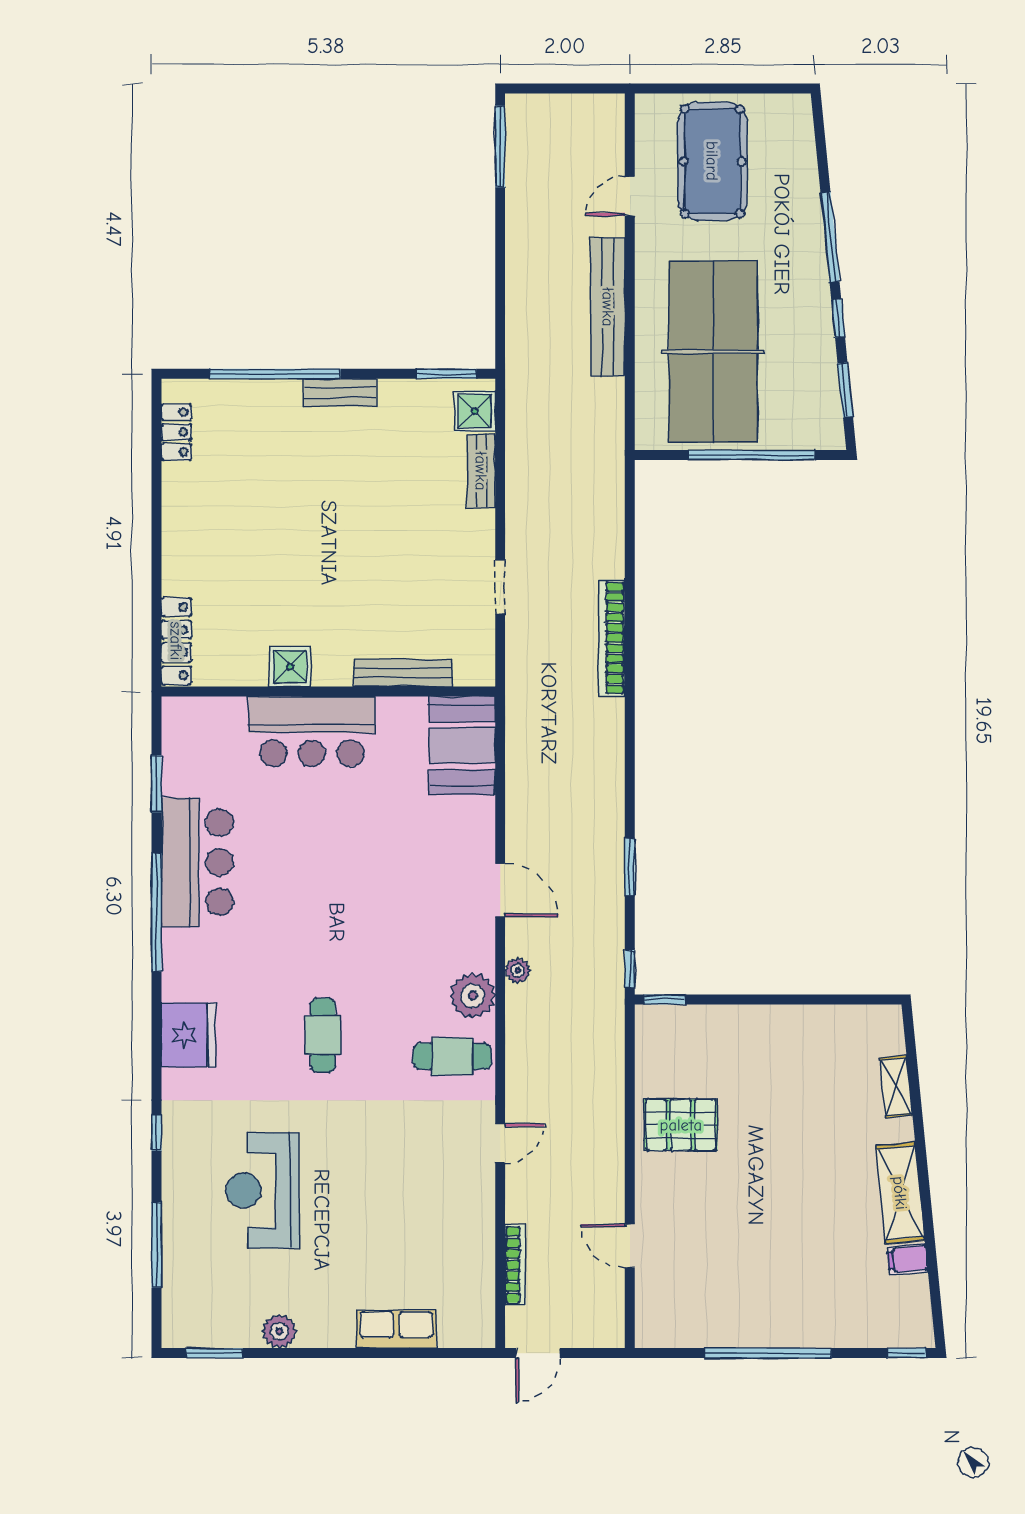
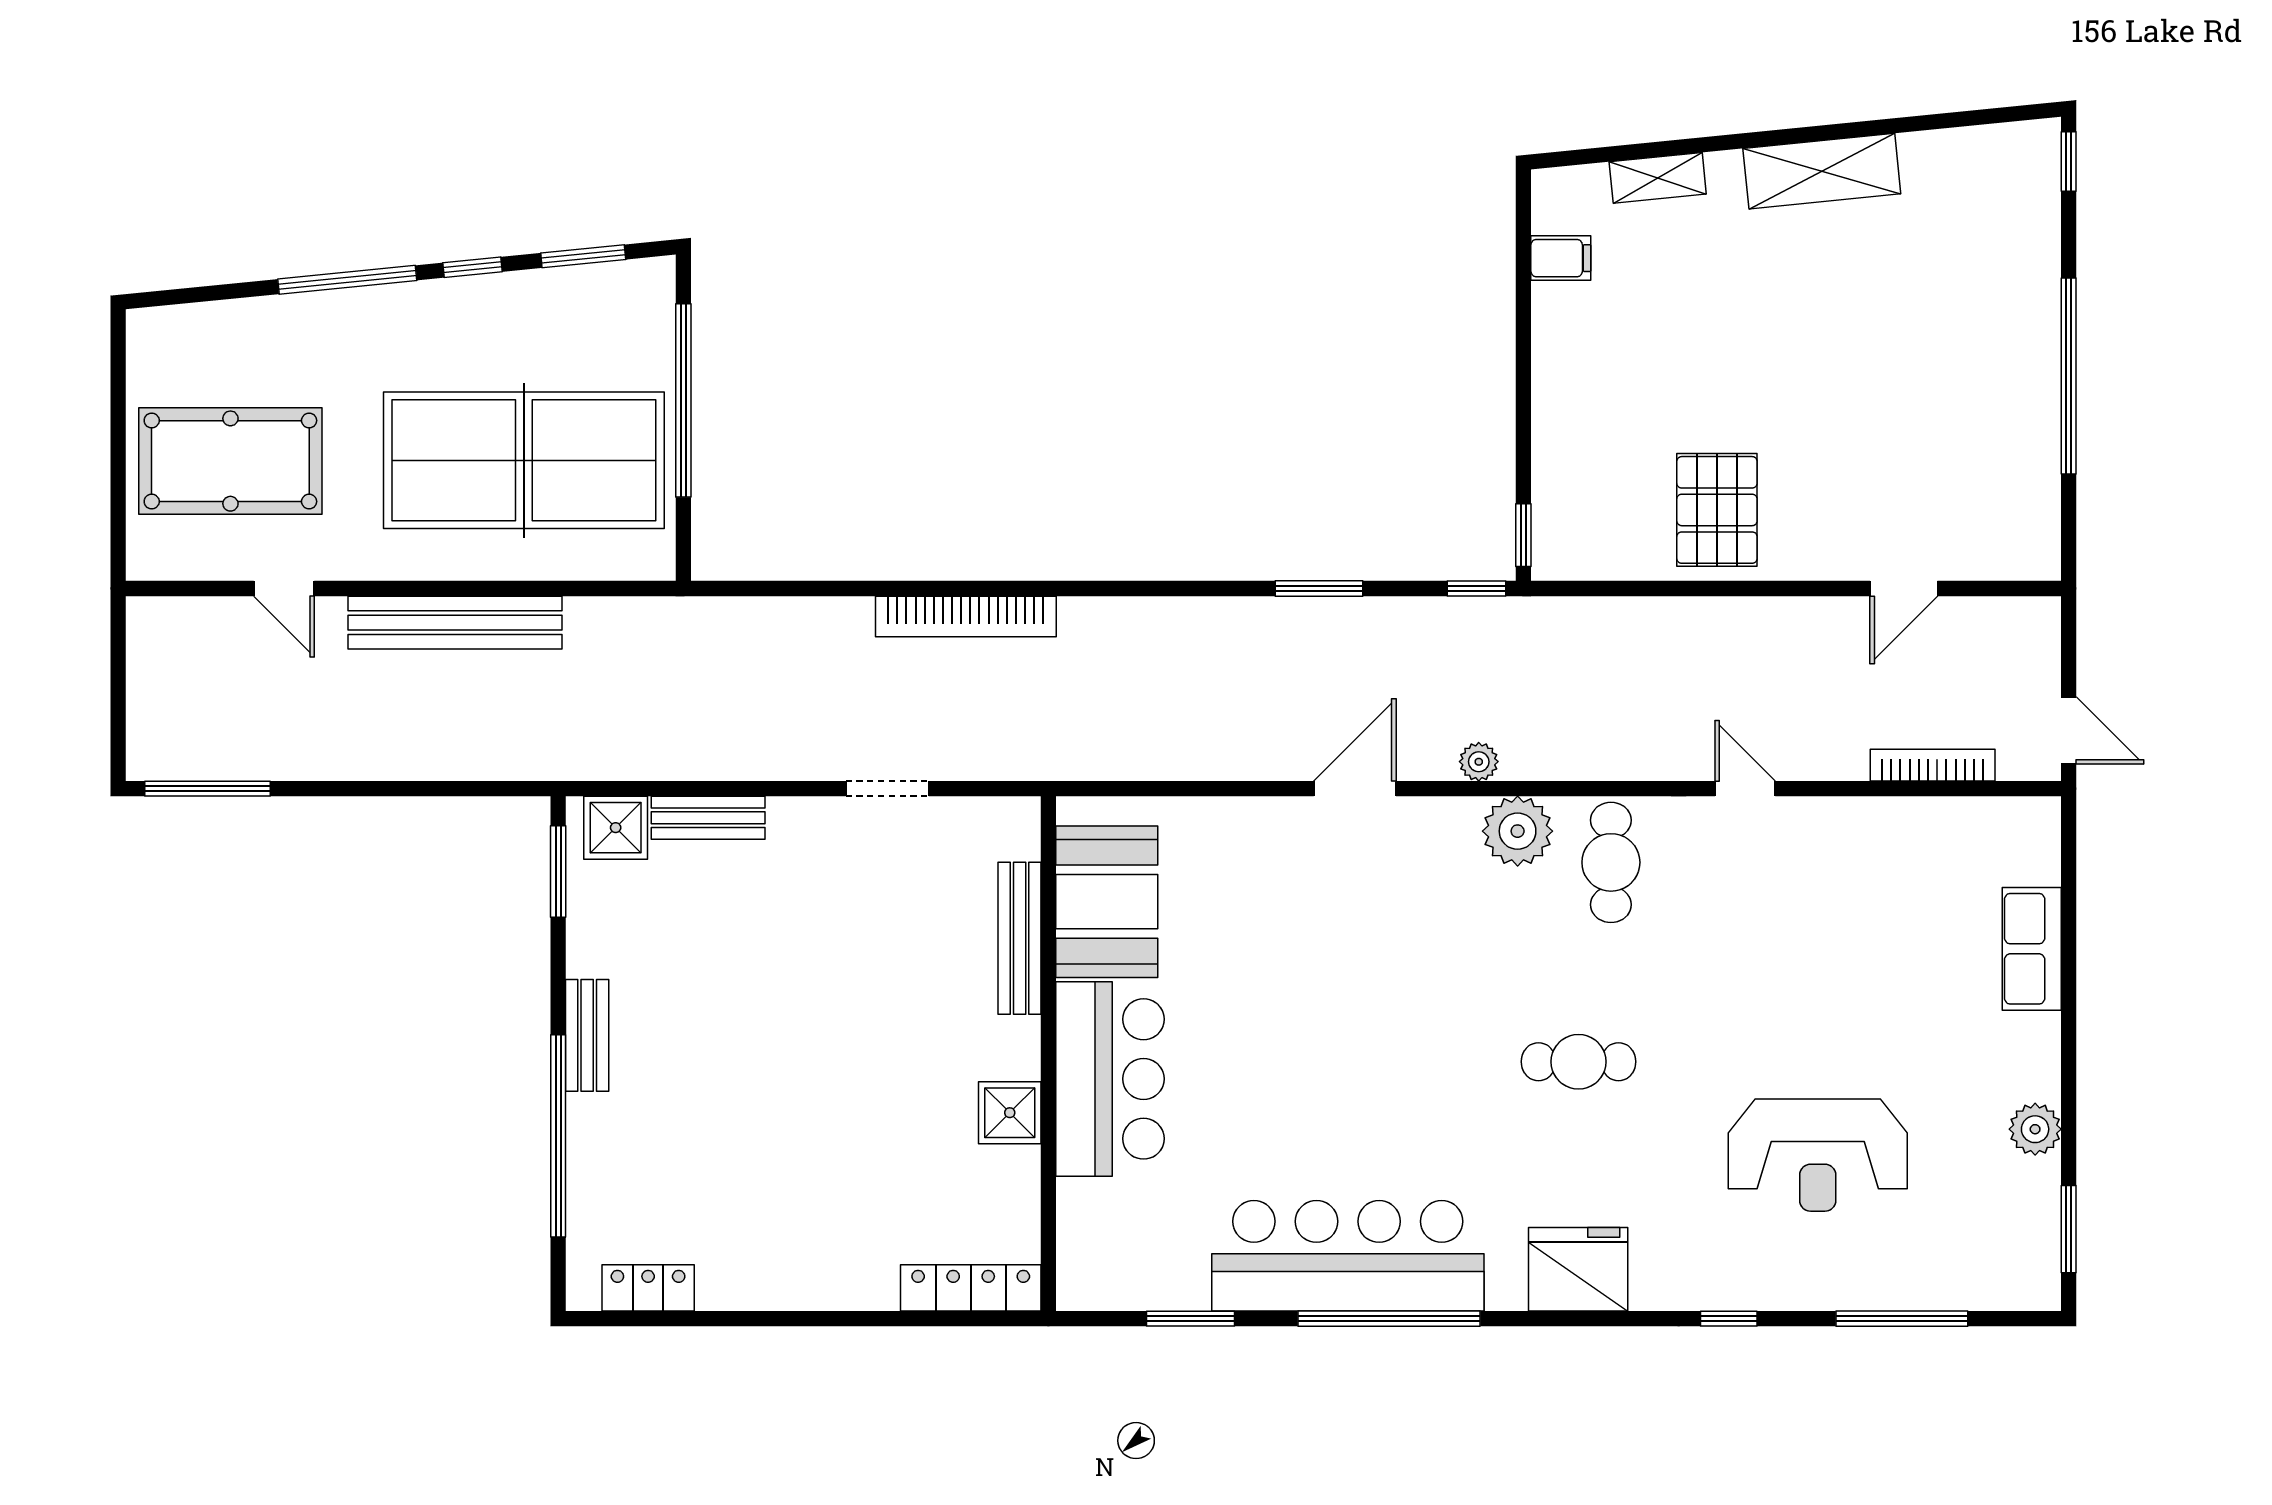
booth: (462, 746) -> (1107, 902), moved, turned 90
bar counter: (197, 862) -> (1348, 1256), width x1.36
filing cabinet: (907, 1259) -> (1561, 258), moved, turned -84

